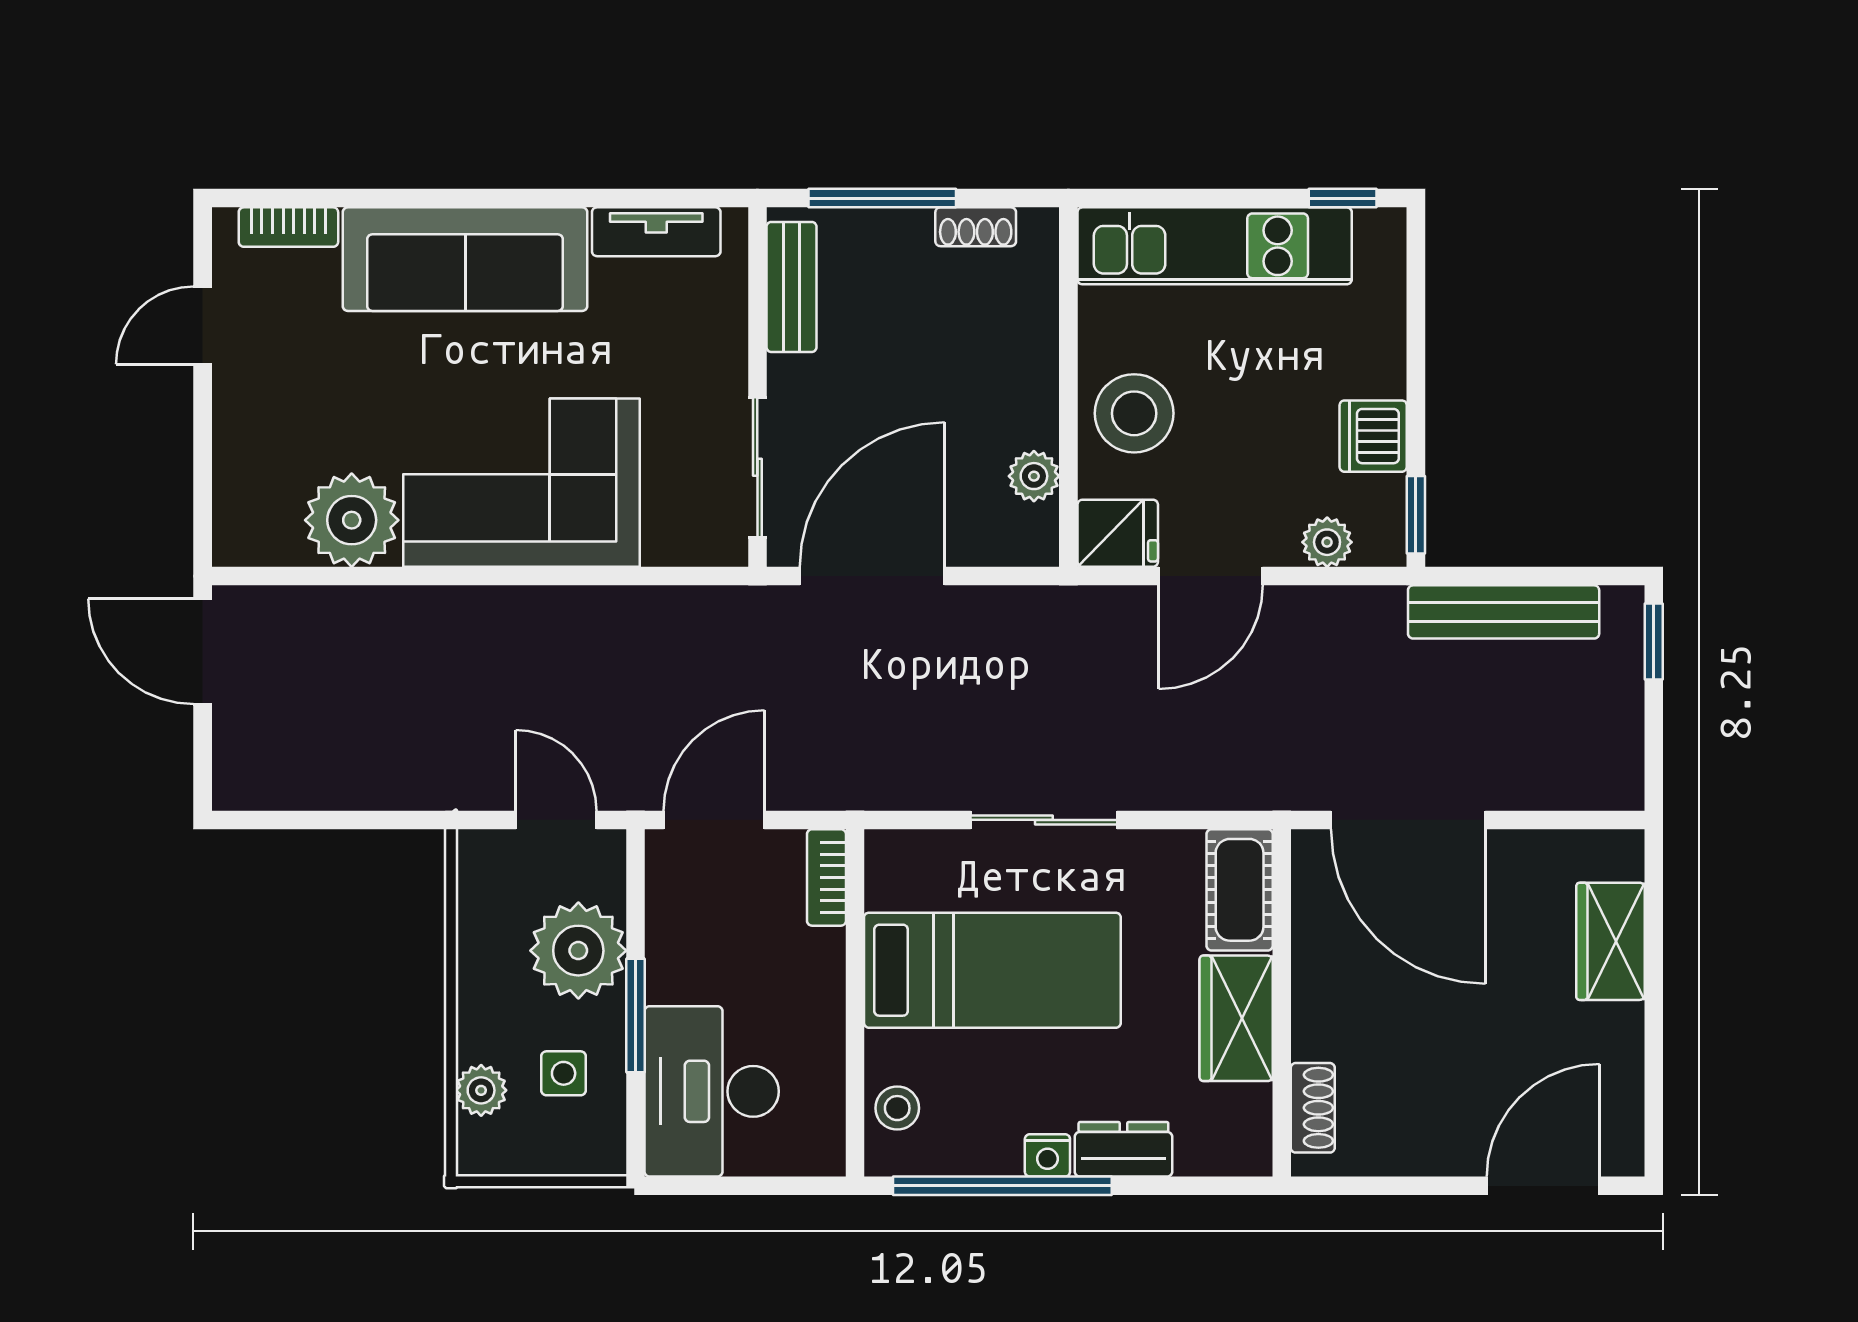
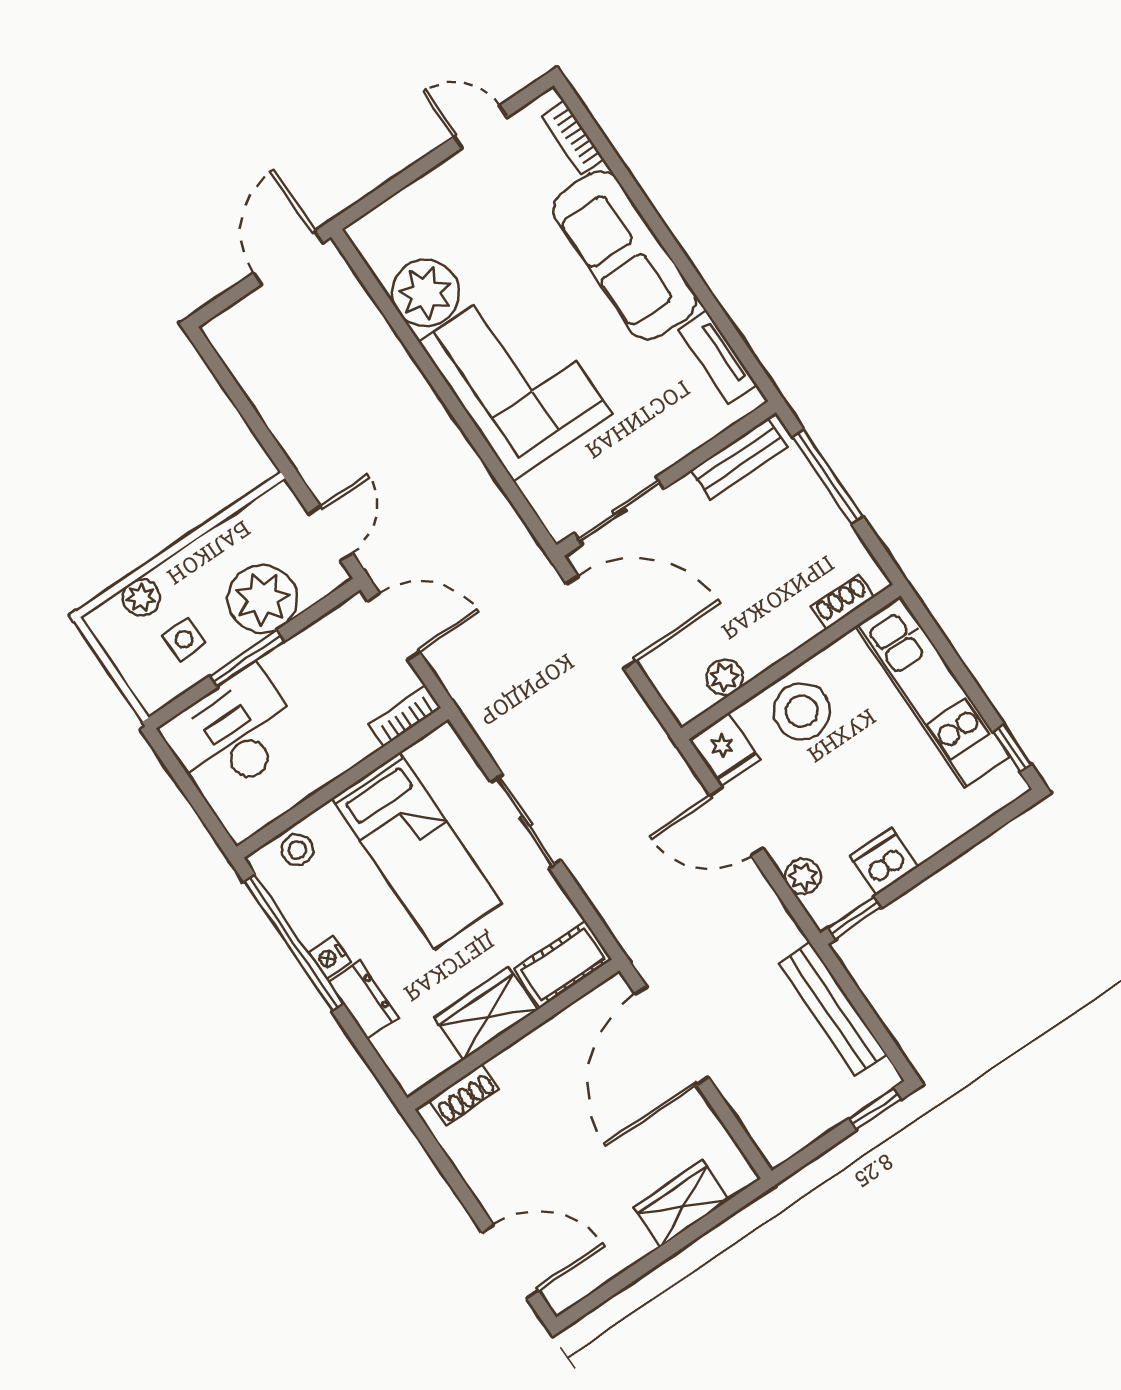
shoe rack: (976, 227) -> (843, 602), moved, turned 90

